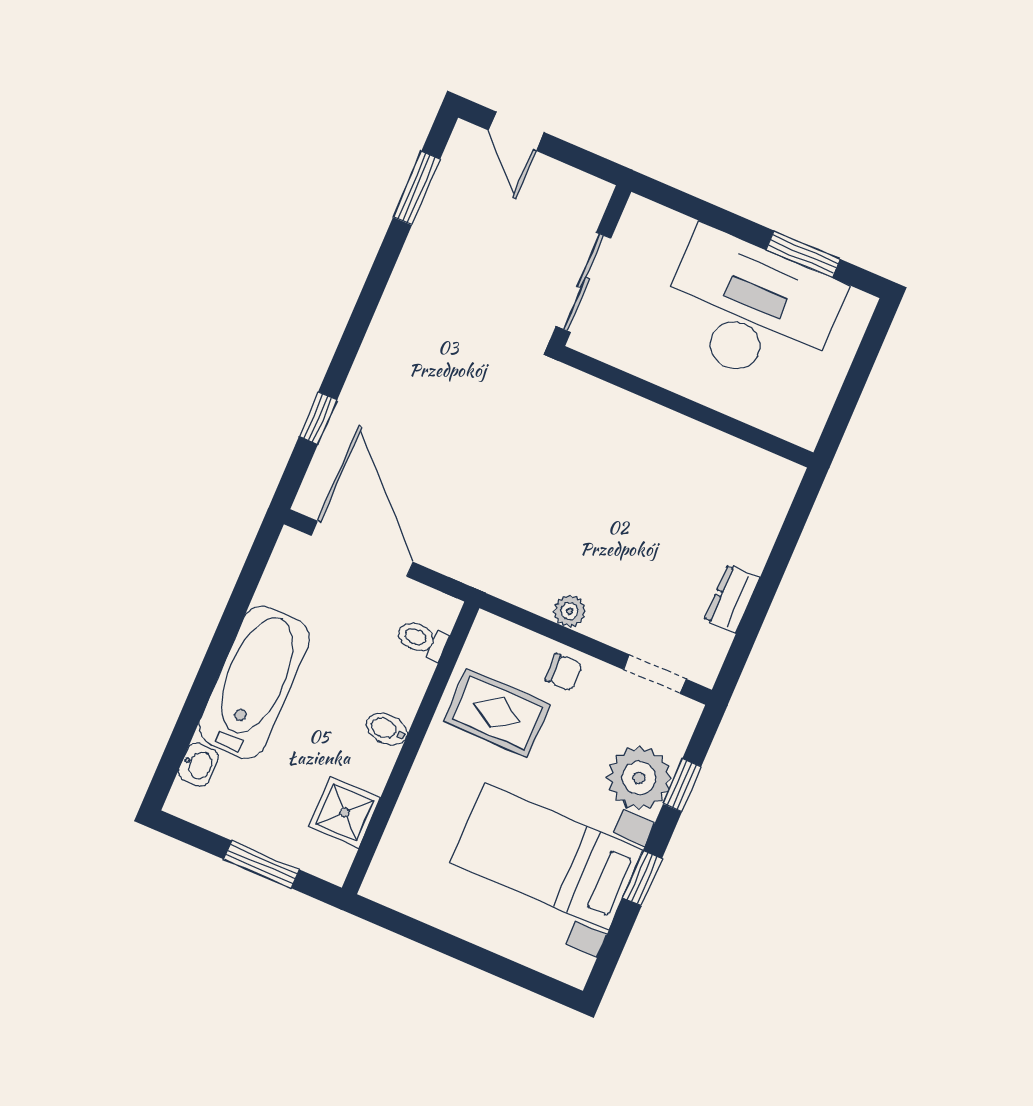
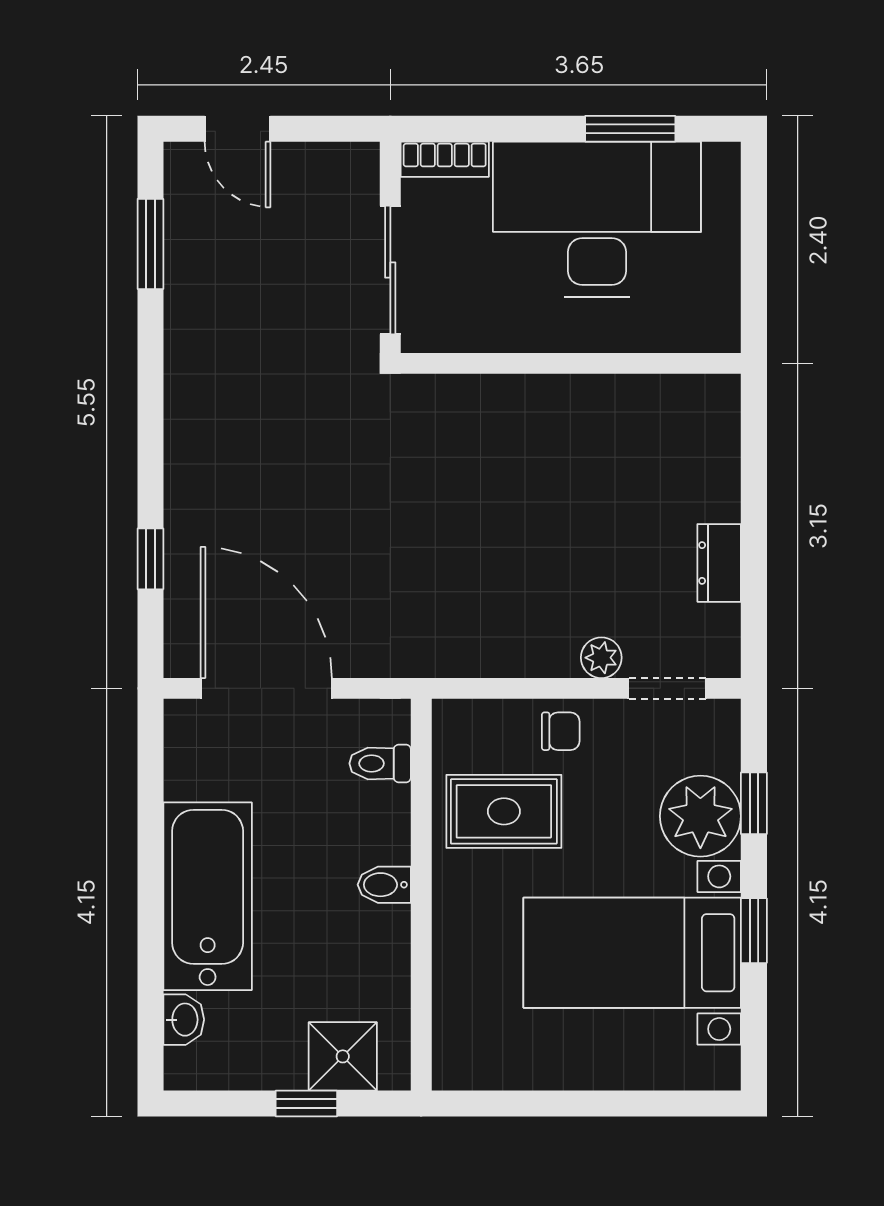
bookcase: (658, 218) -> (445, 159), added
plant: (570, 611) -> (601, 658), moved
shower: (345, 812) -> (343, 1056), moved
window: (261, 864) -> (306, 1104), width x0.67

